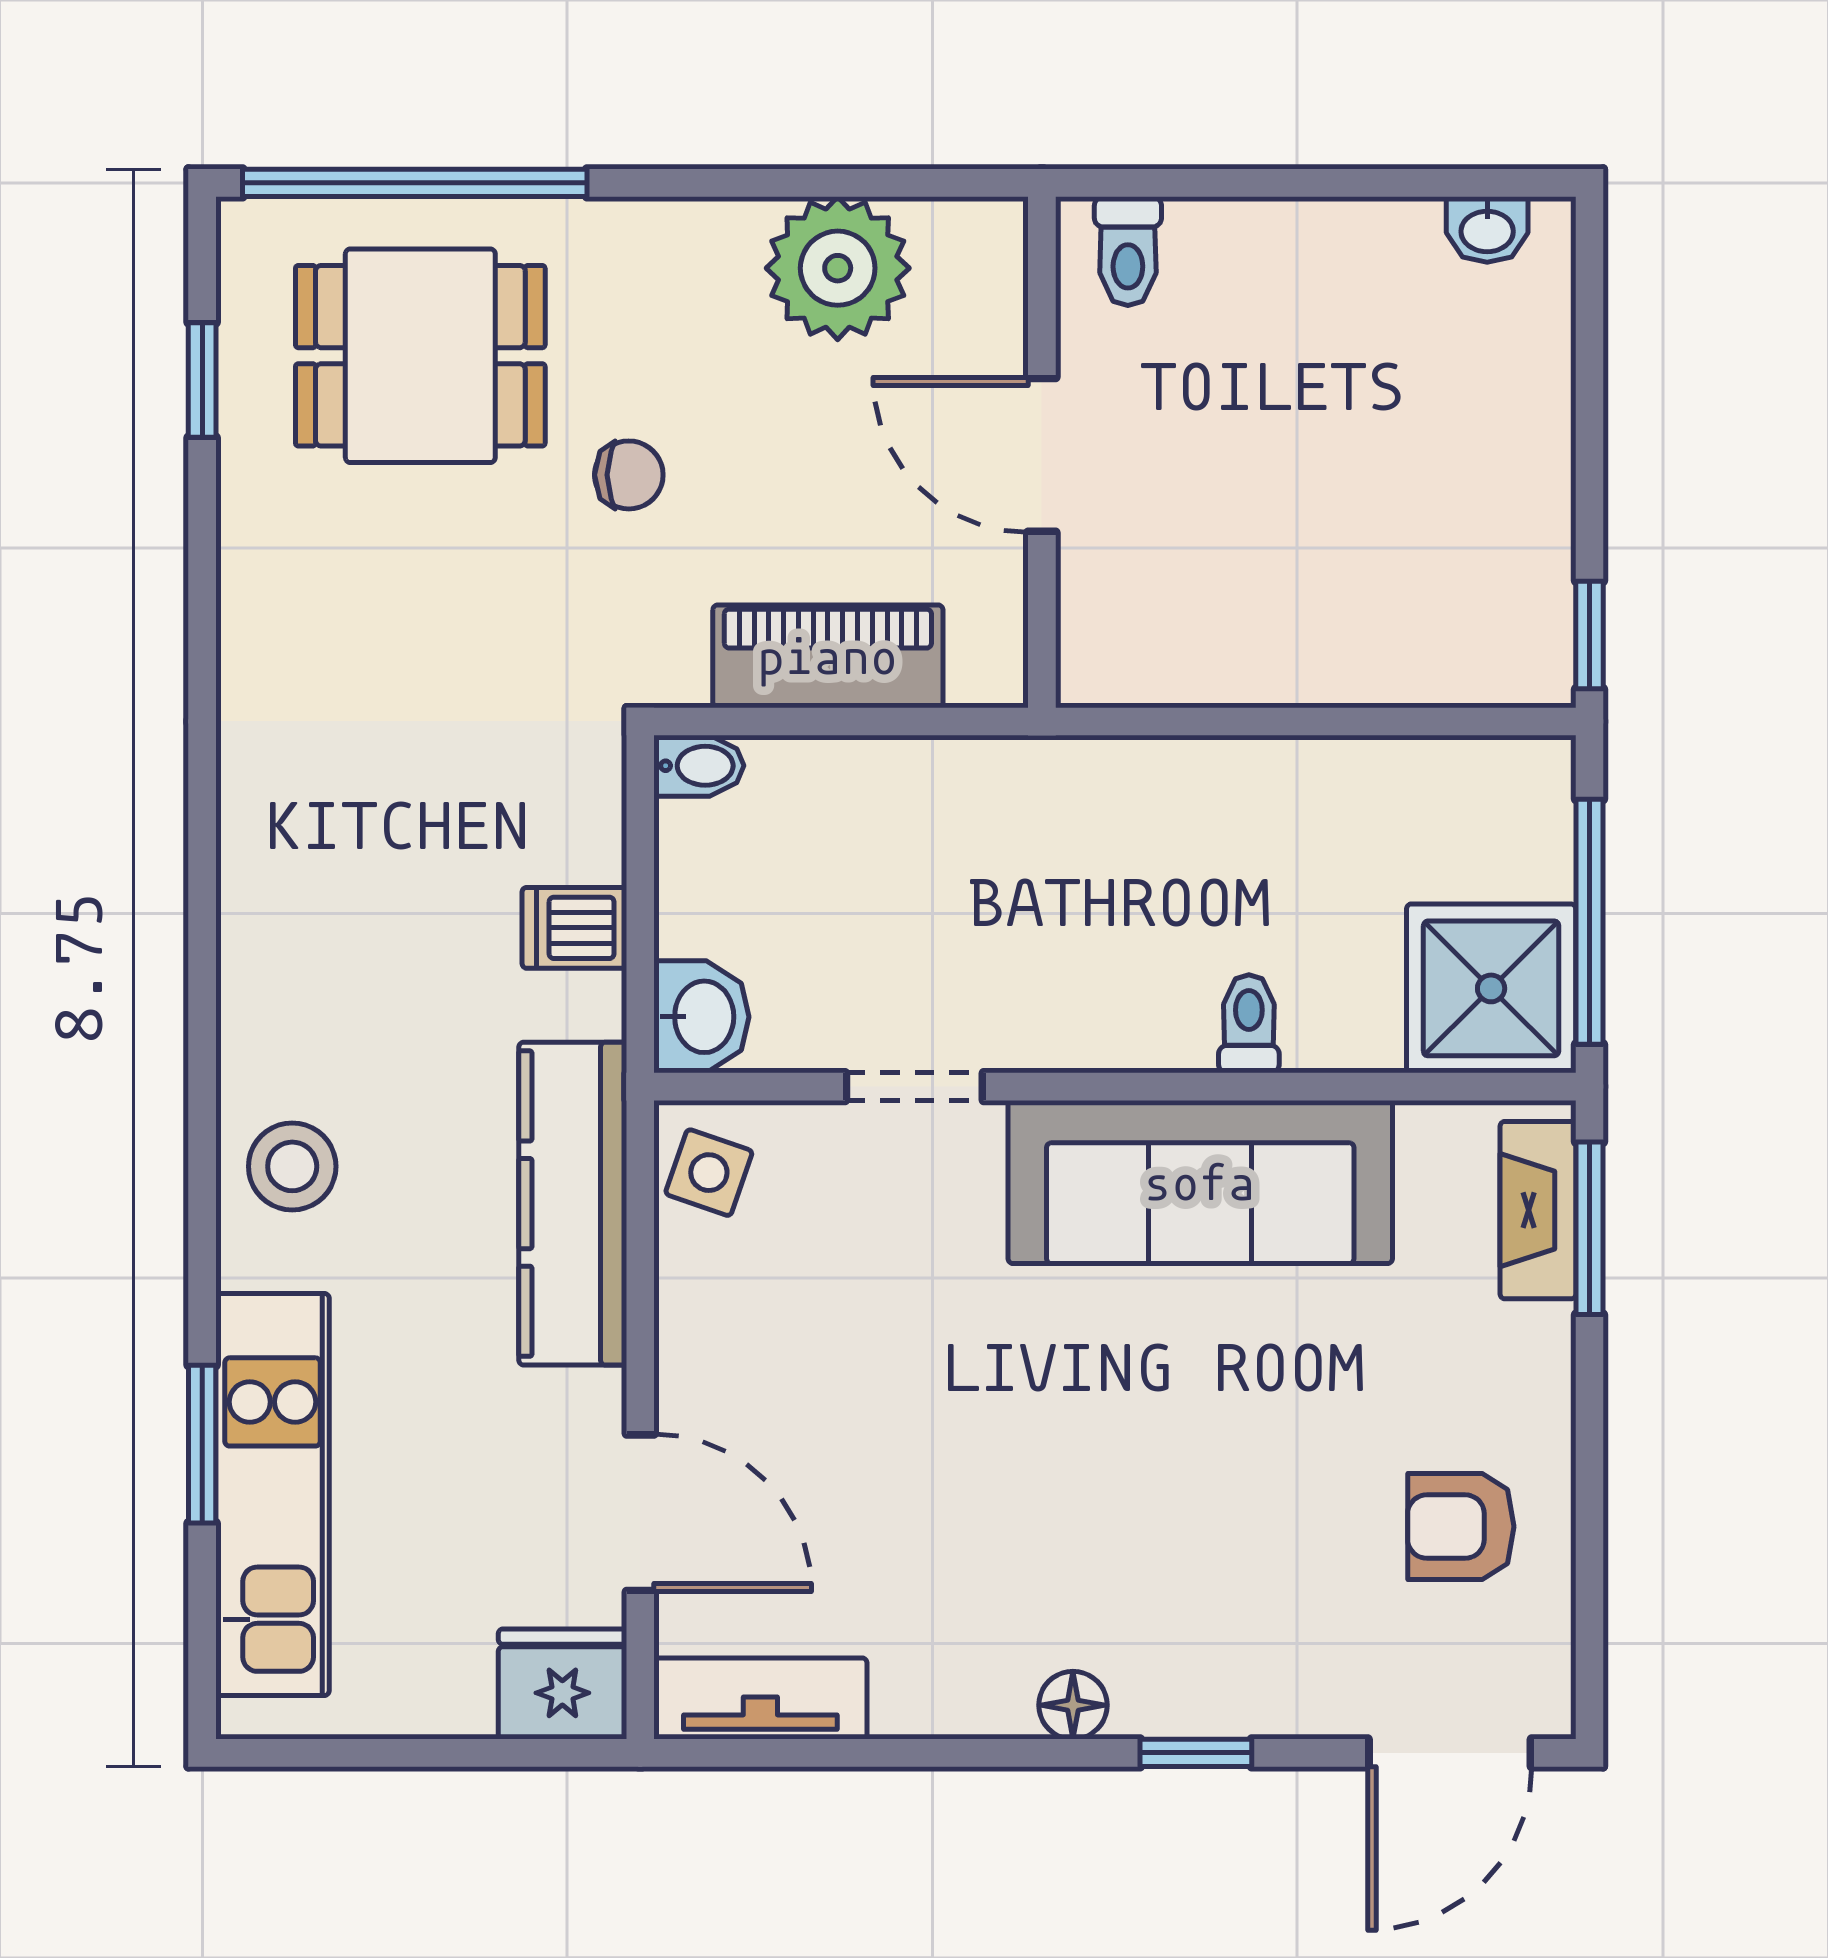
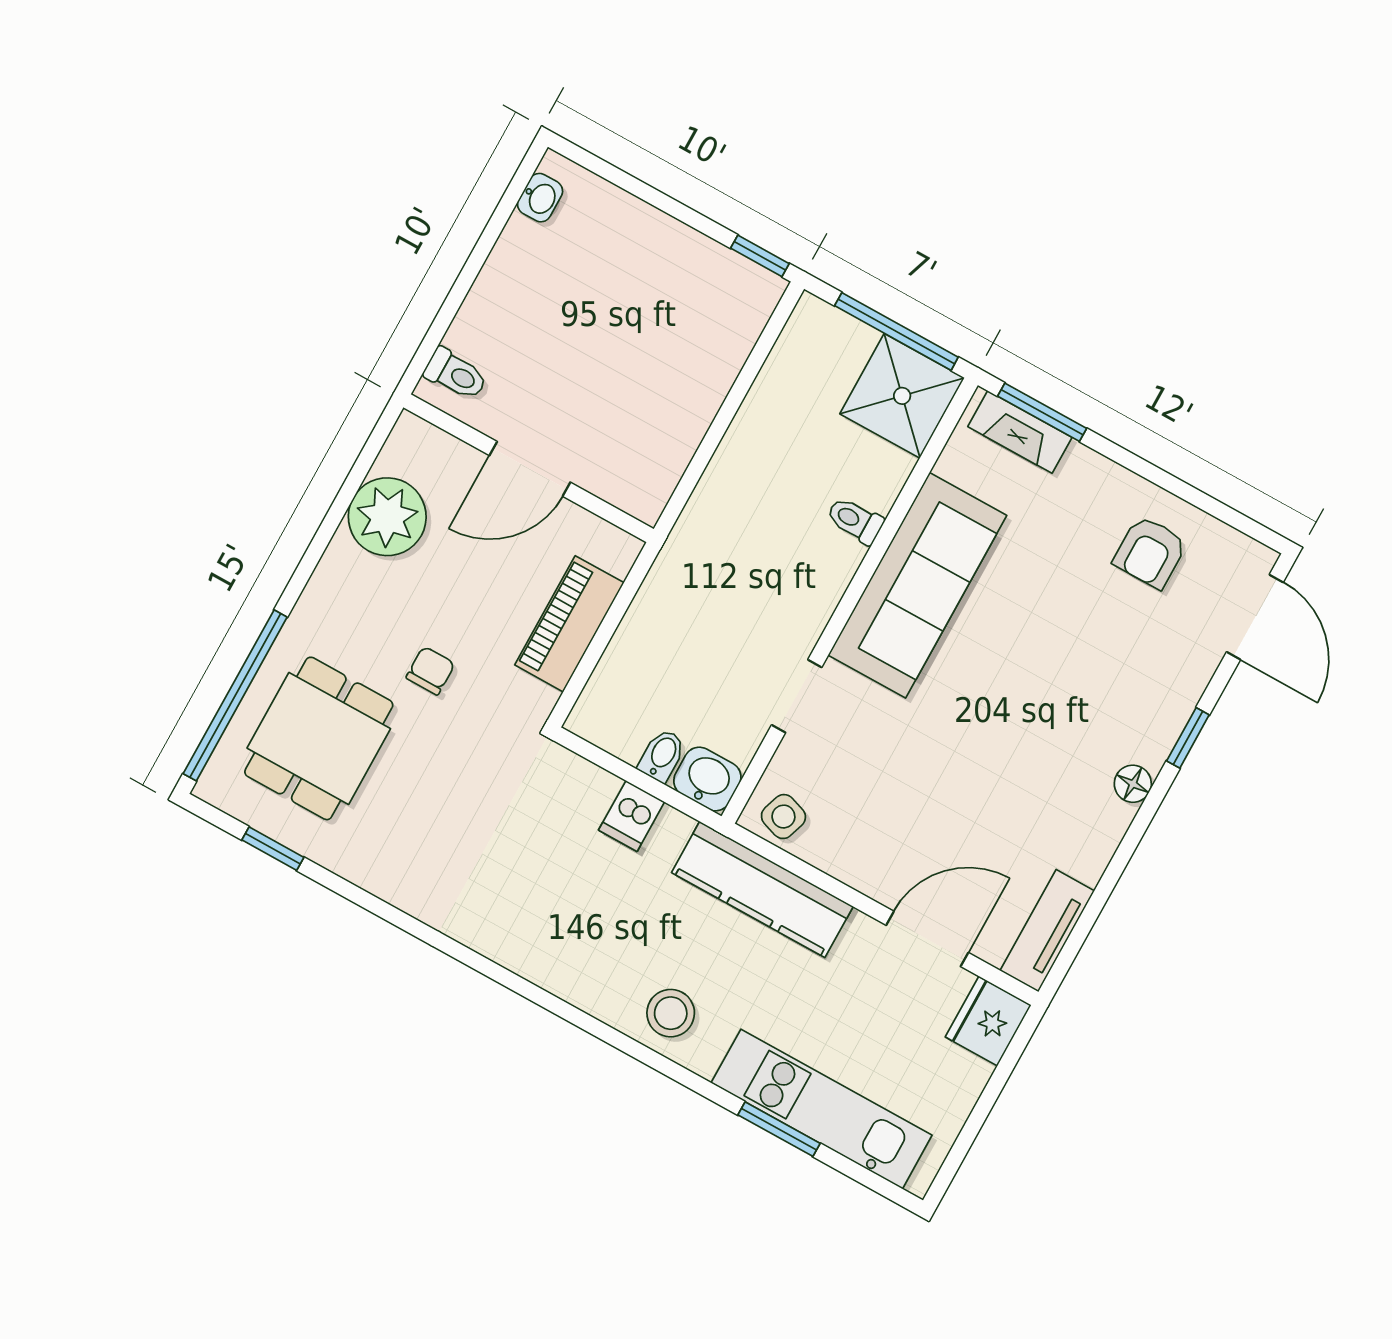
bidet: (699, 766) -> (662, 755), moved

